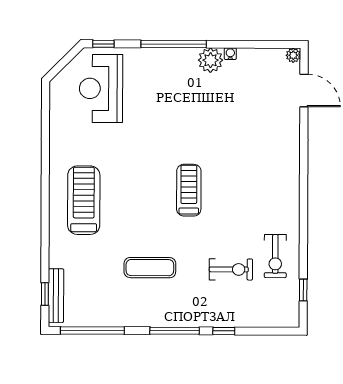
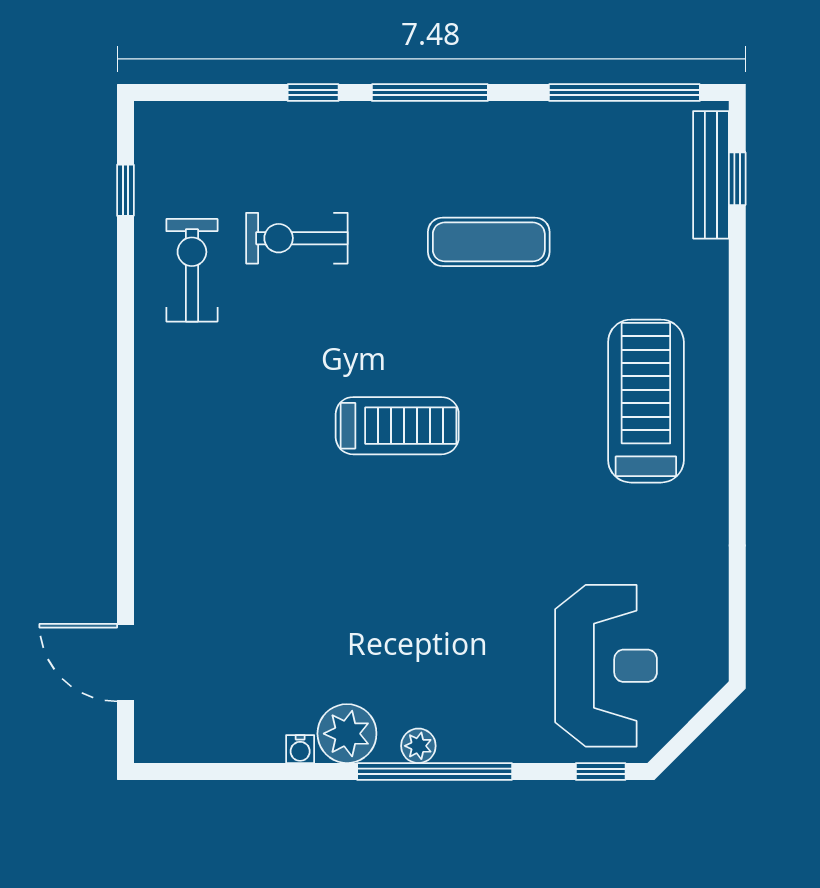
plant: (293, 55) -> (418, 746), moved
treadmill: (189, 190) -> (397, 426), turned -90
treadmill: (84, 200) -> (646, 401), turned 180

